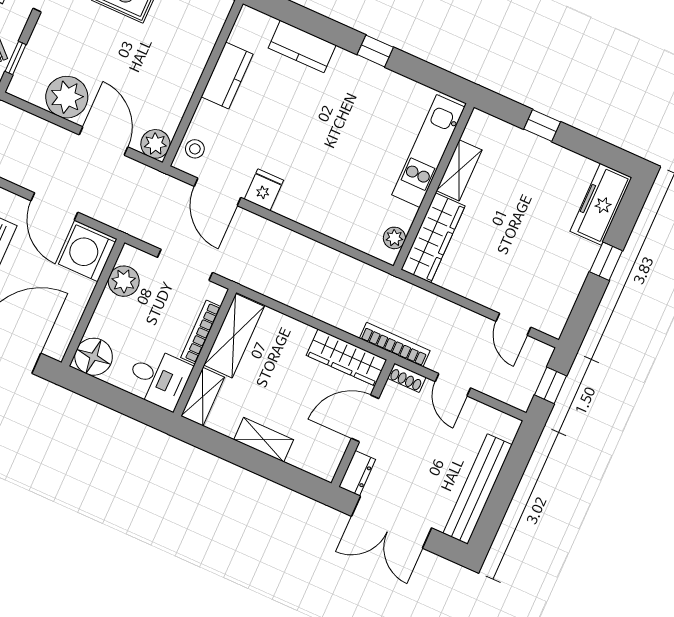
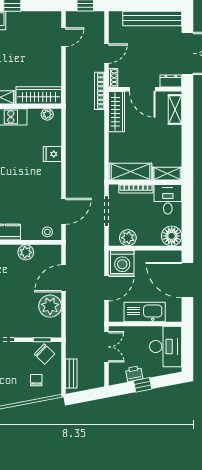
plant: (155, 144) -> (26, 252), moved
fridge: (264, 190) -> (52, 154), moved
shelving: (264, 440) -> (175, 109), moved

